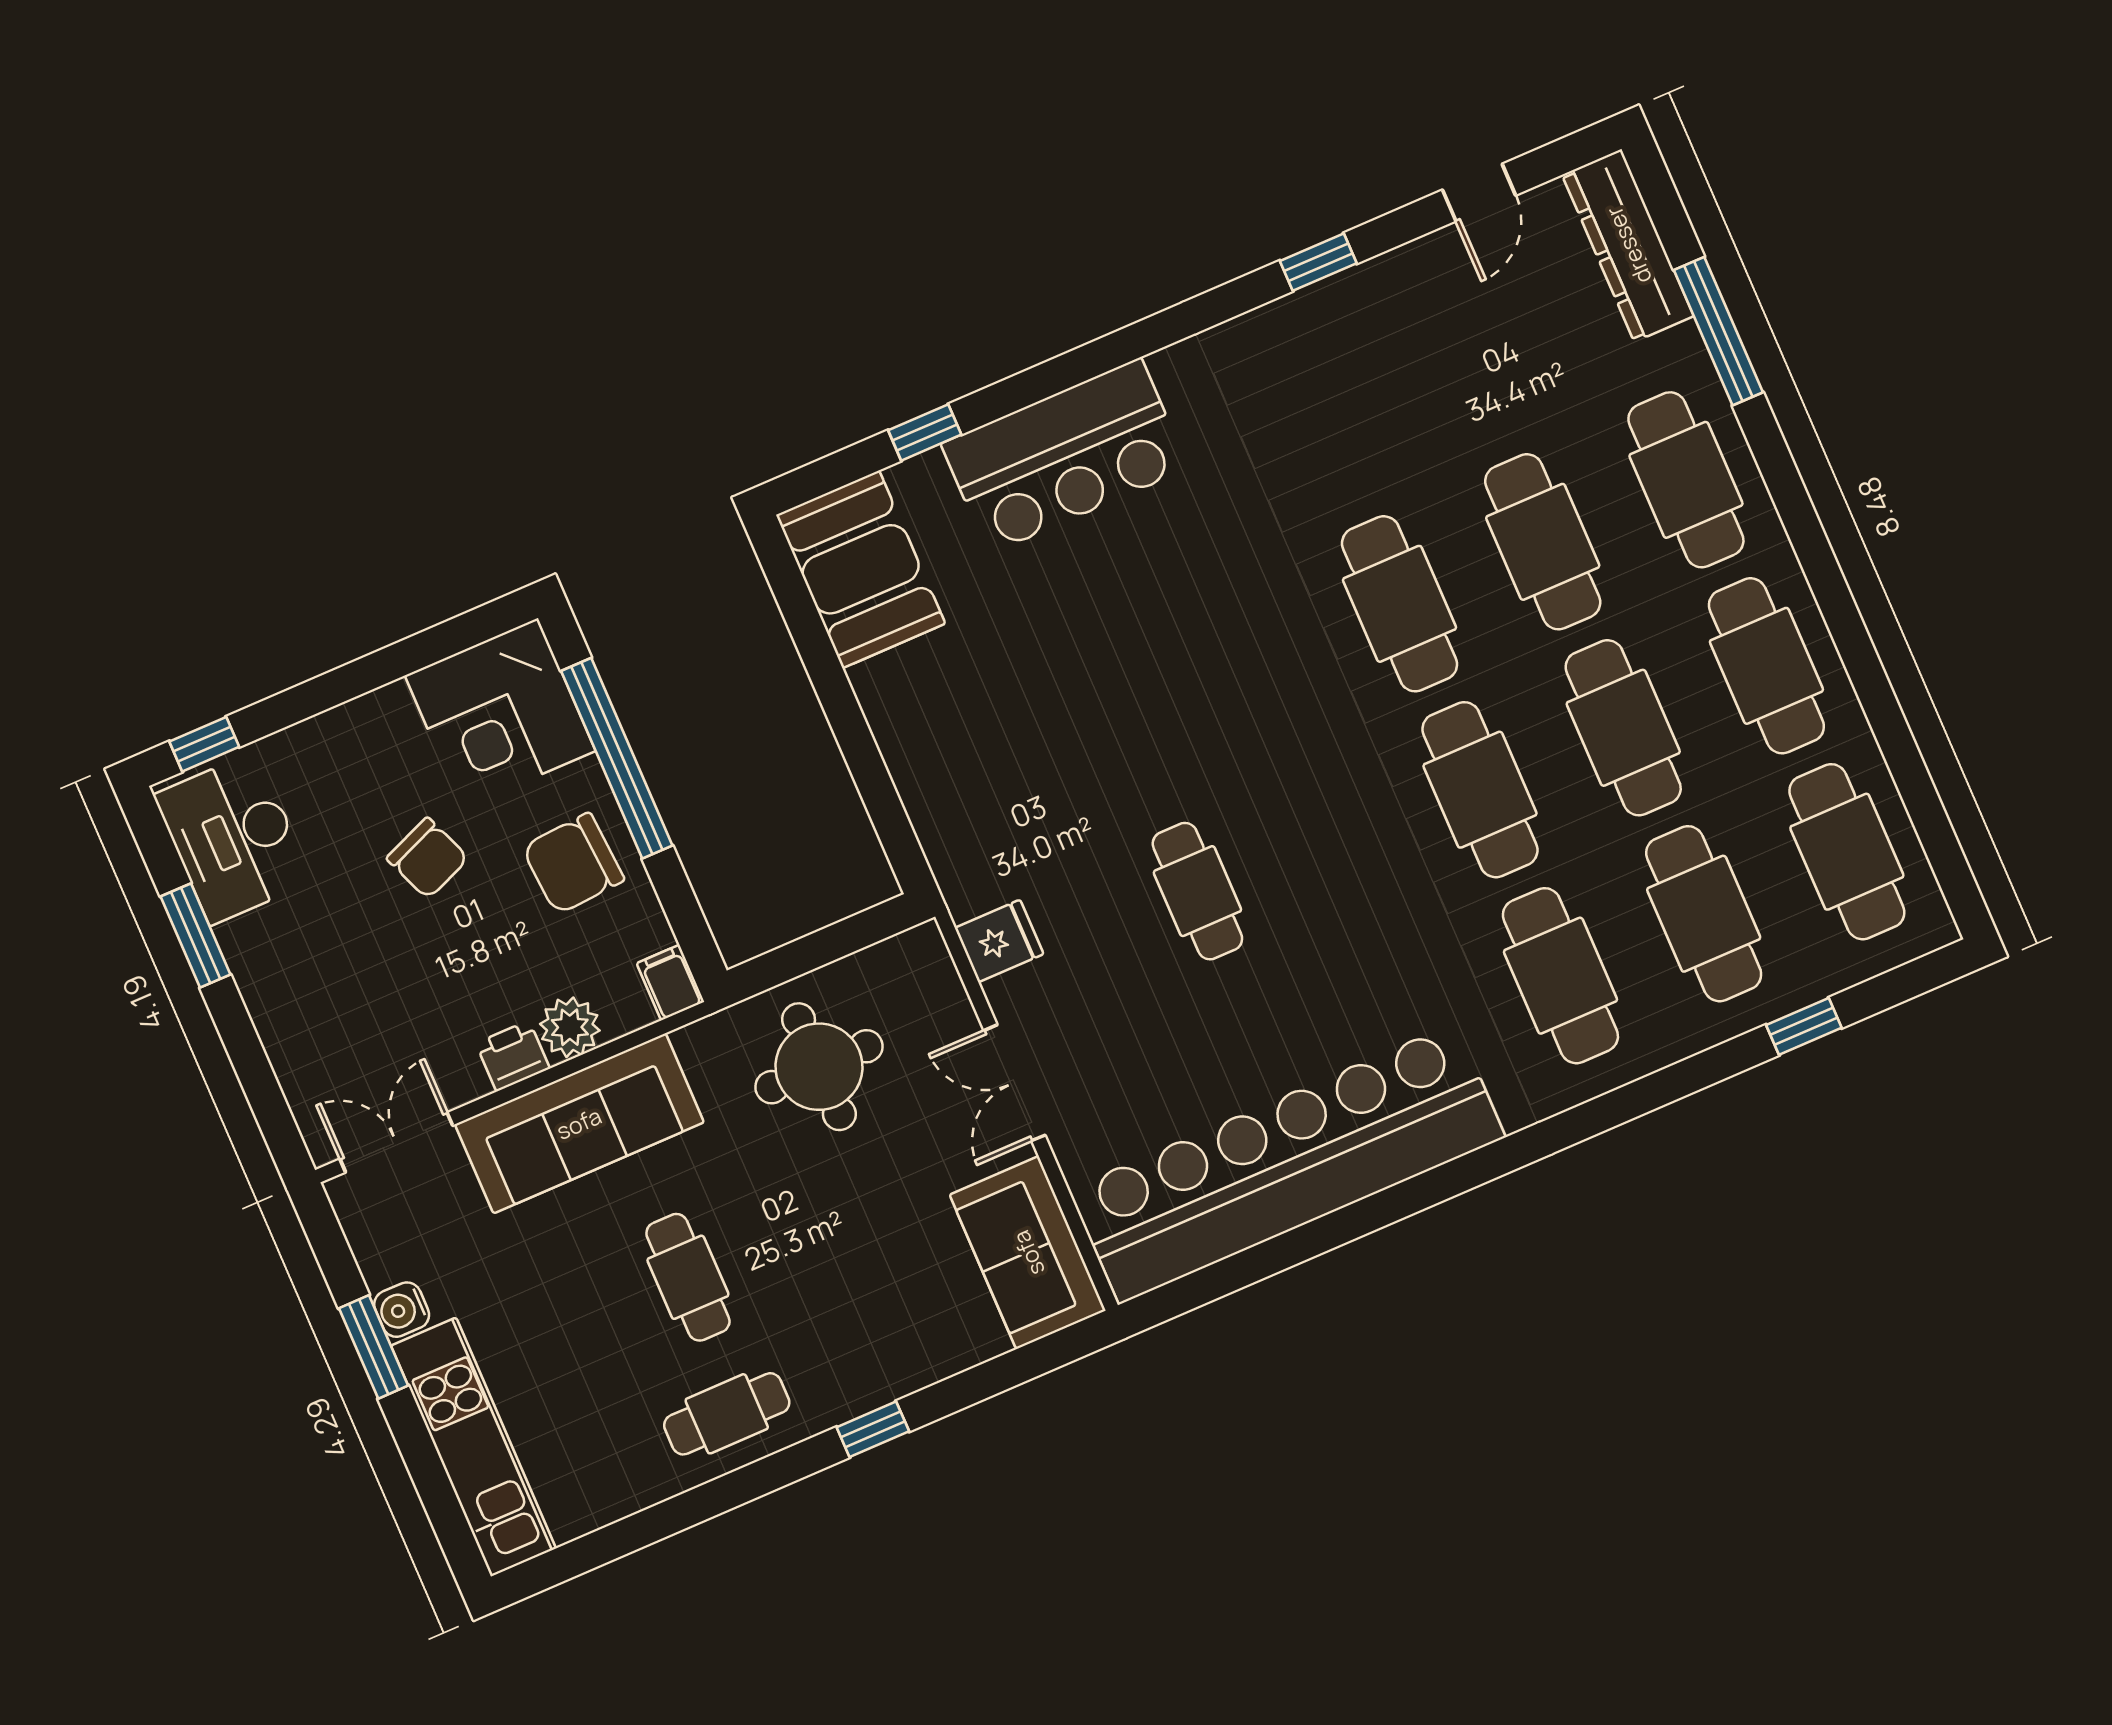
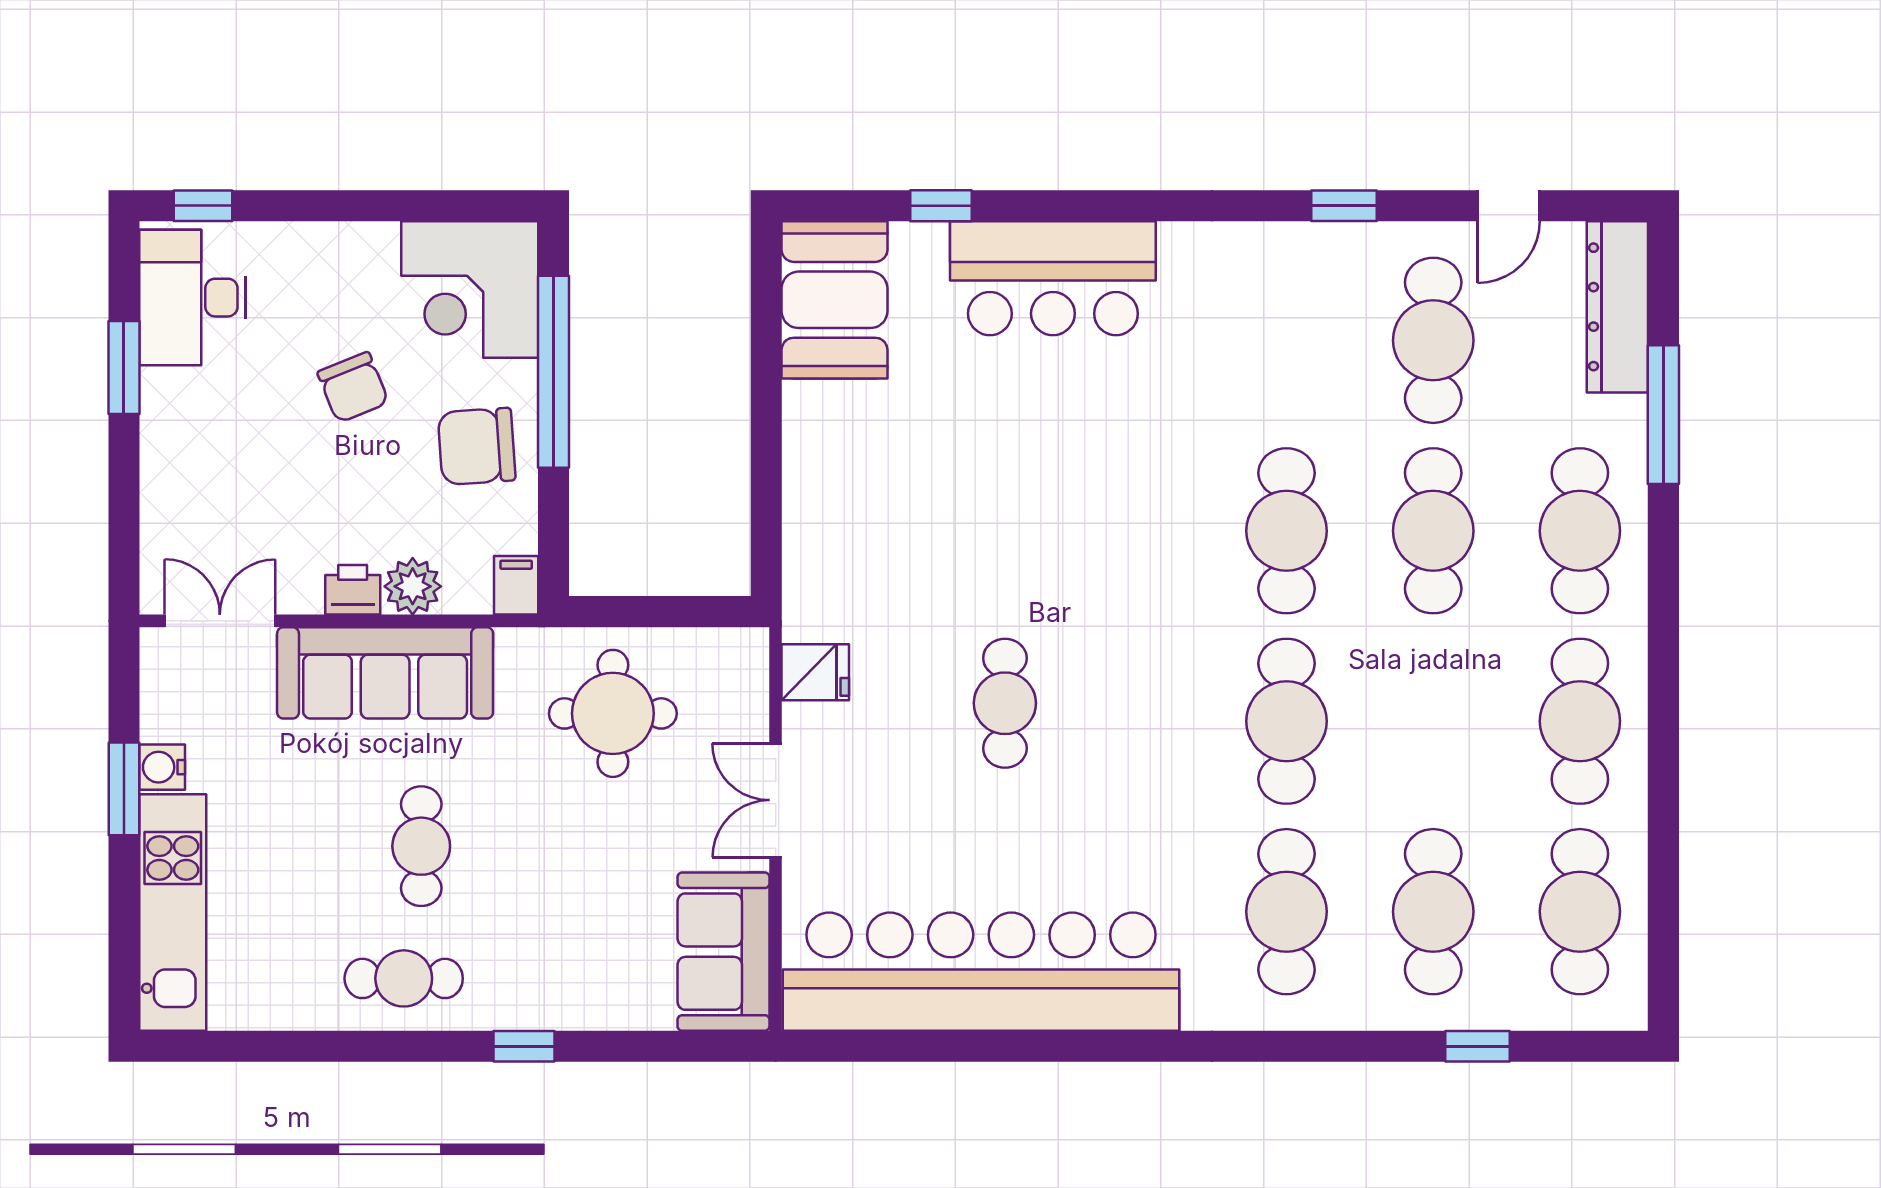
cafe table: (1623, 728) -> (1433, 340), moved

